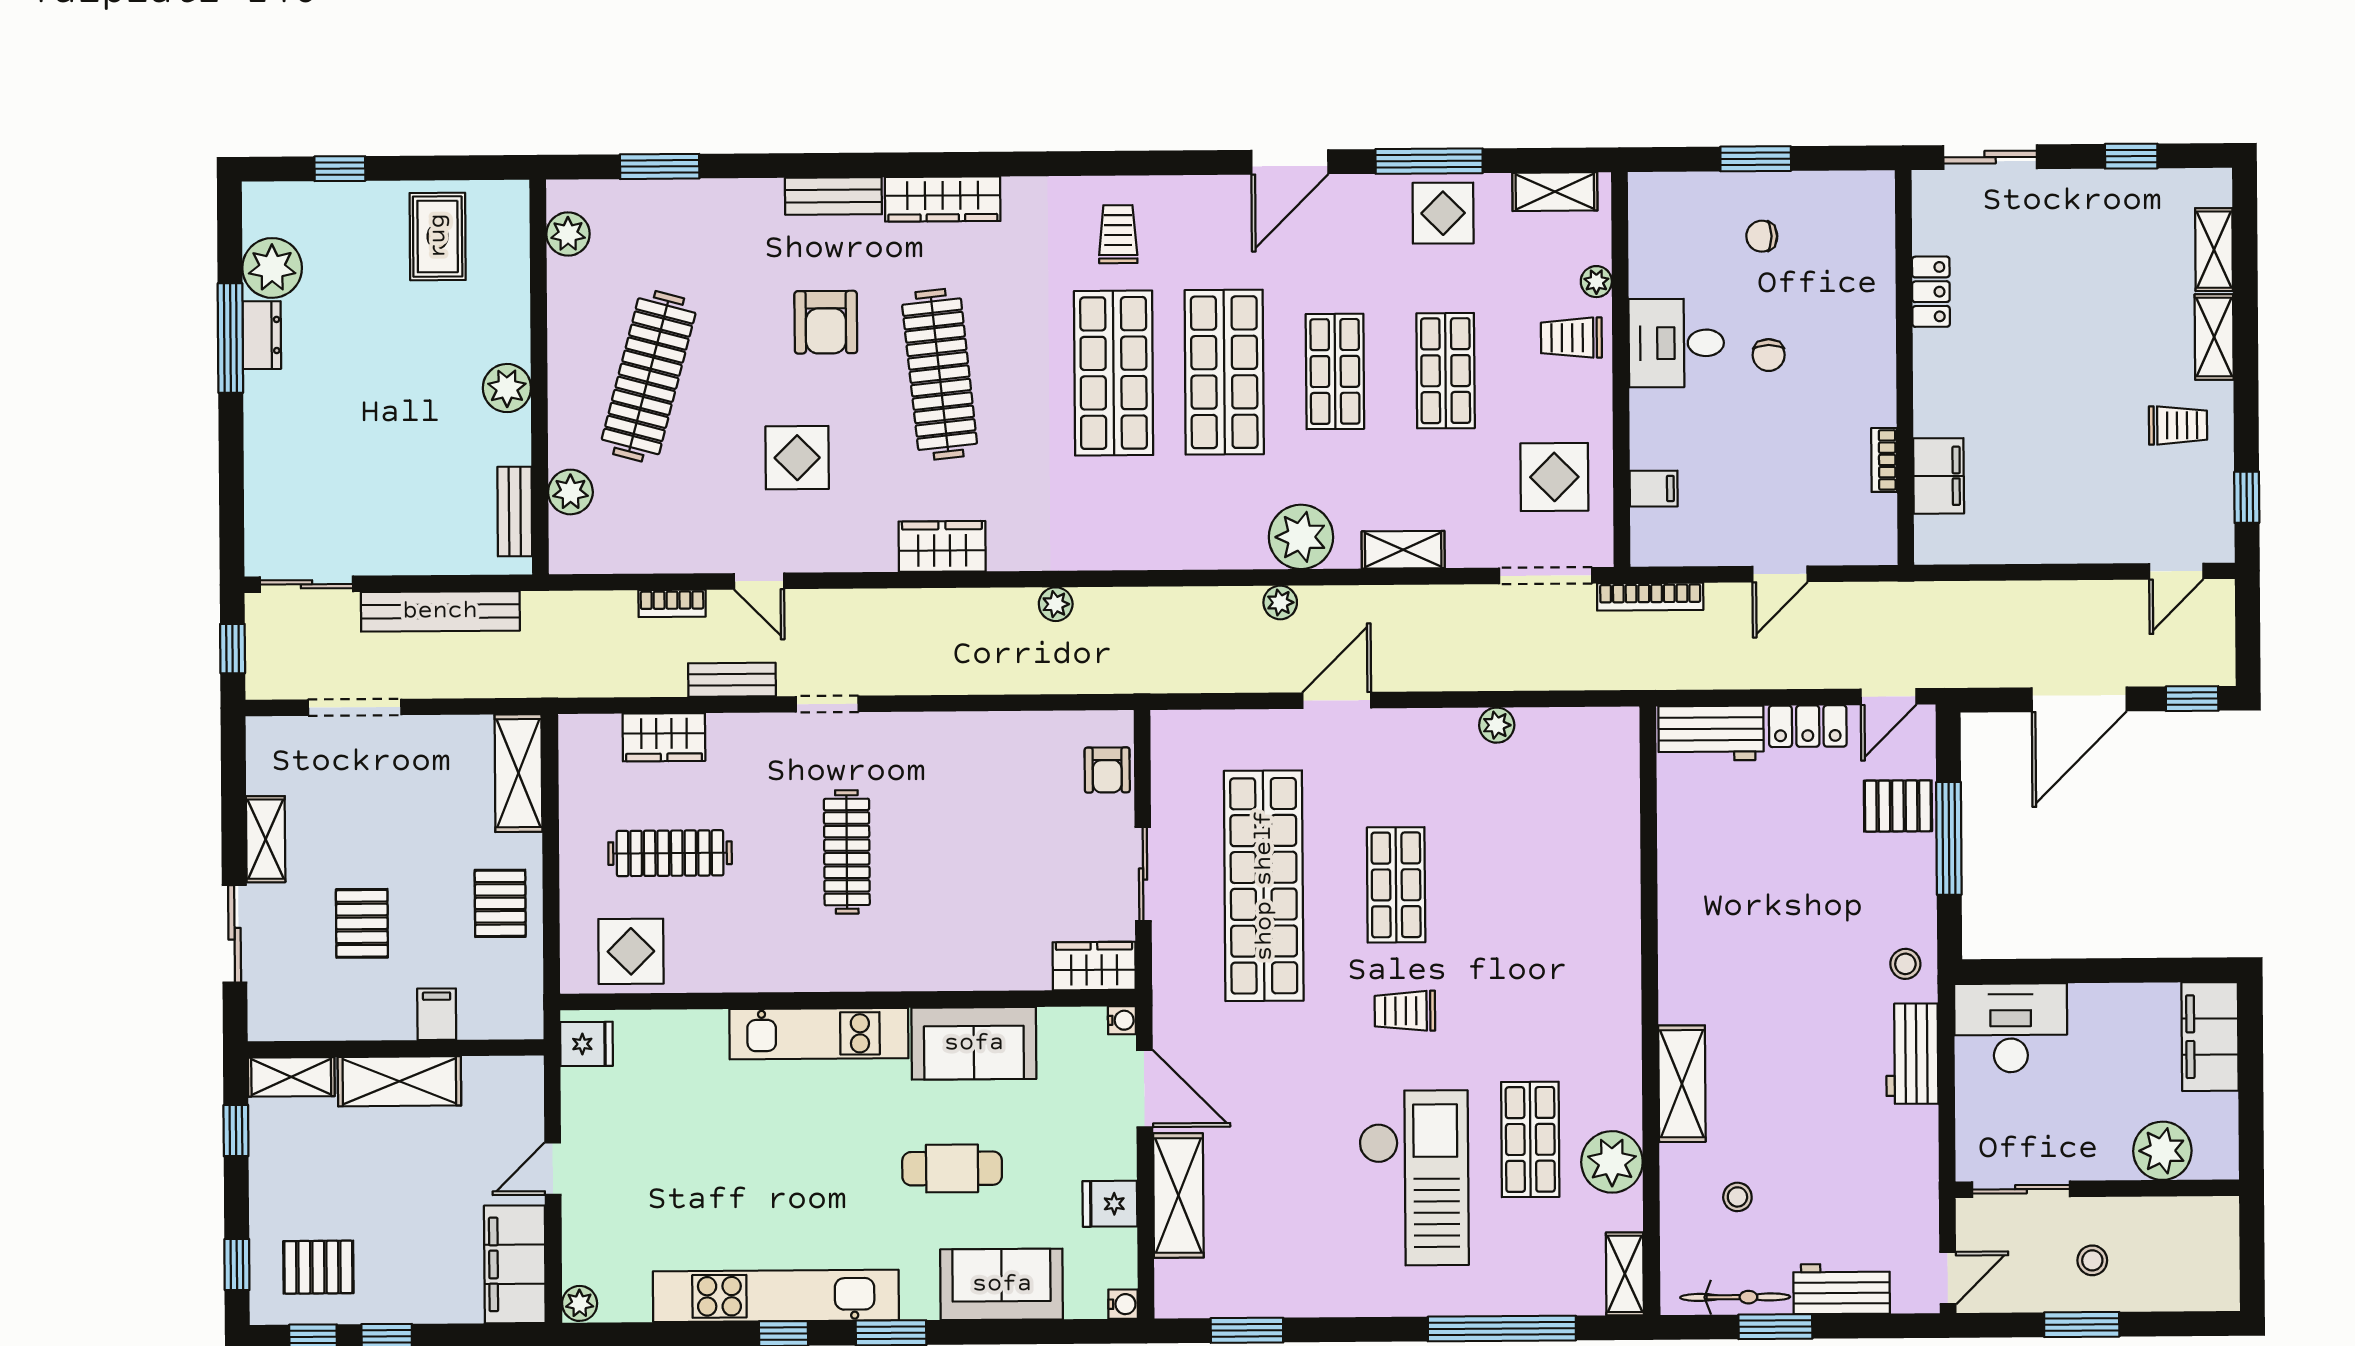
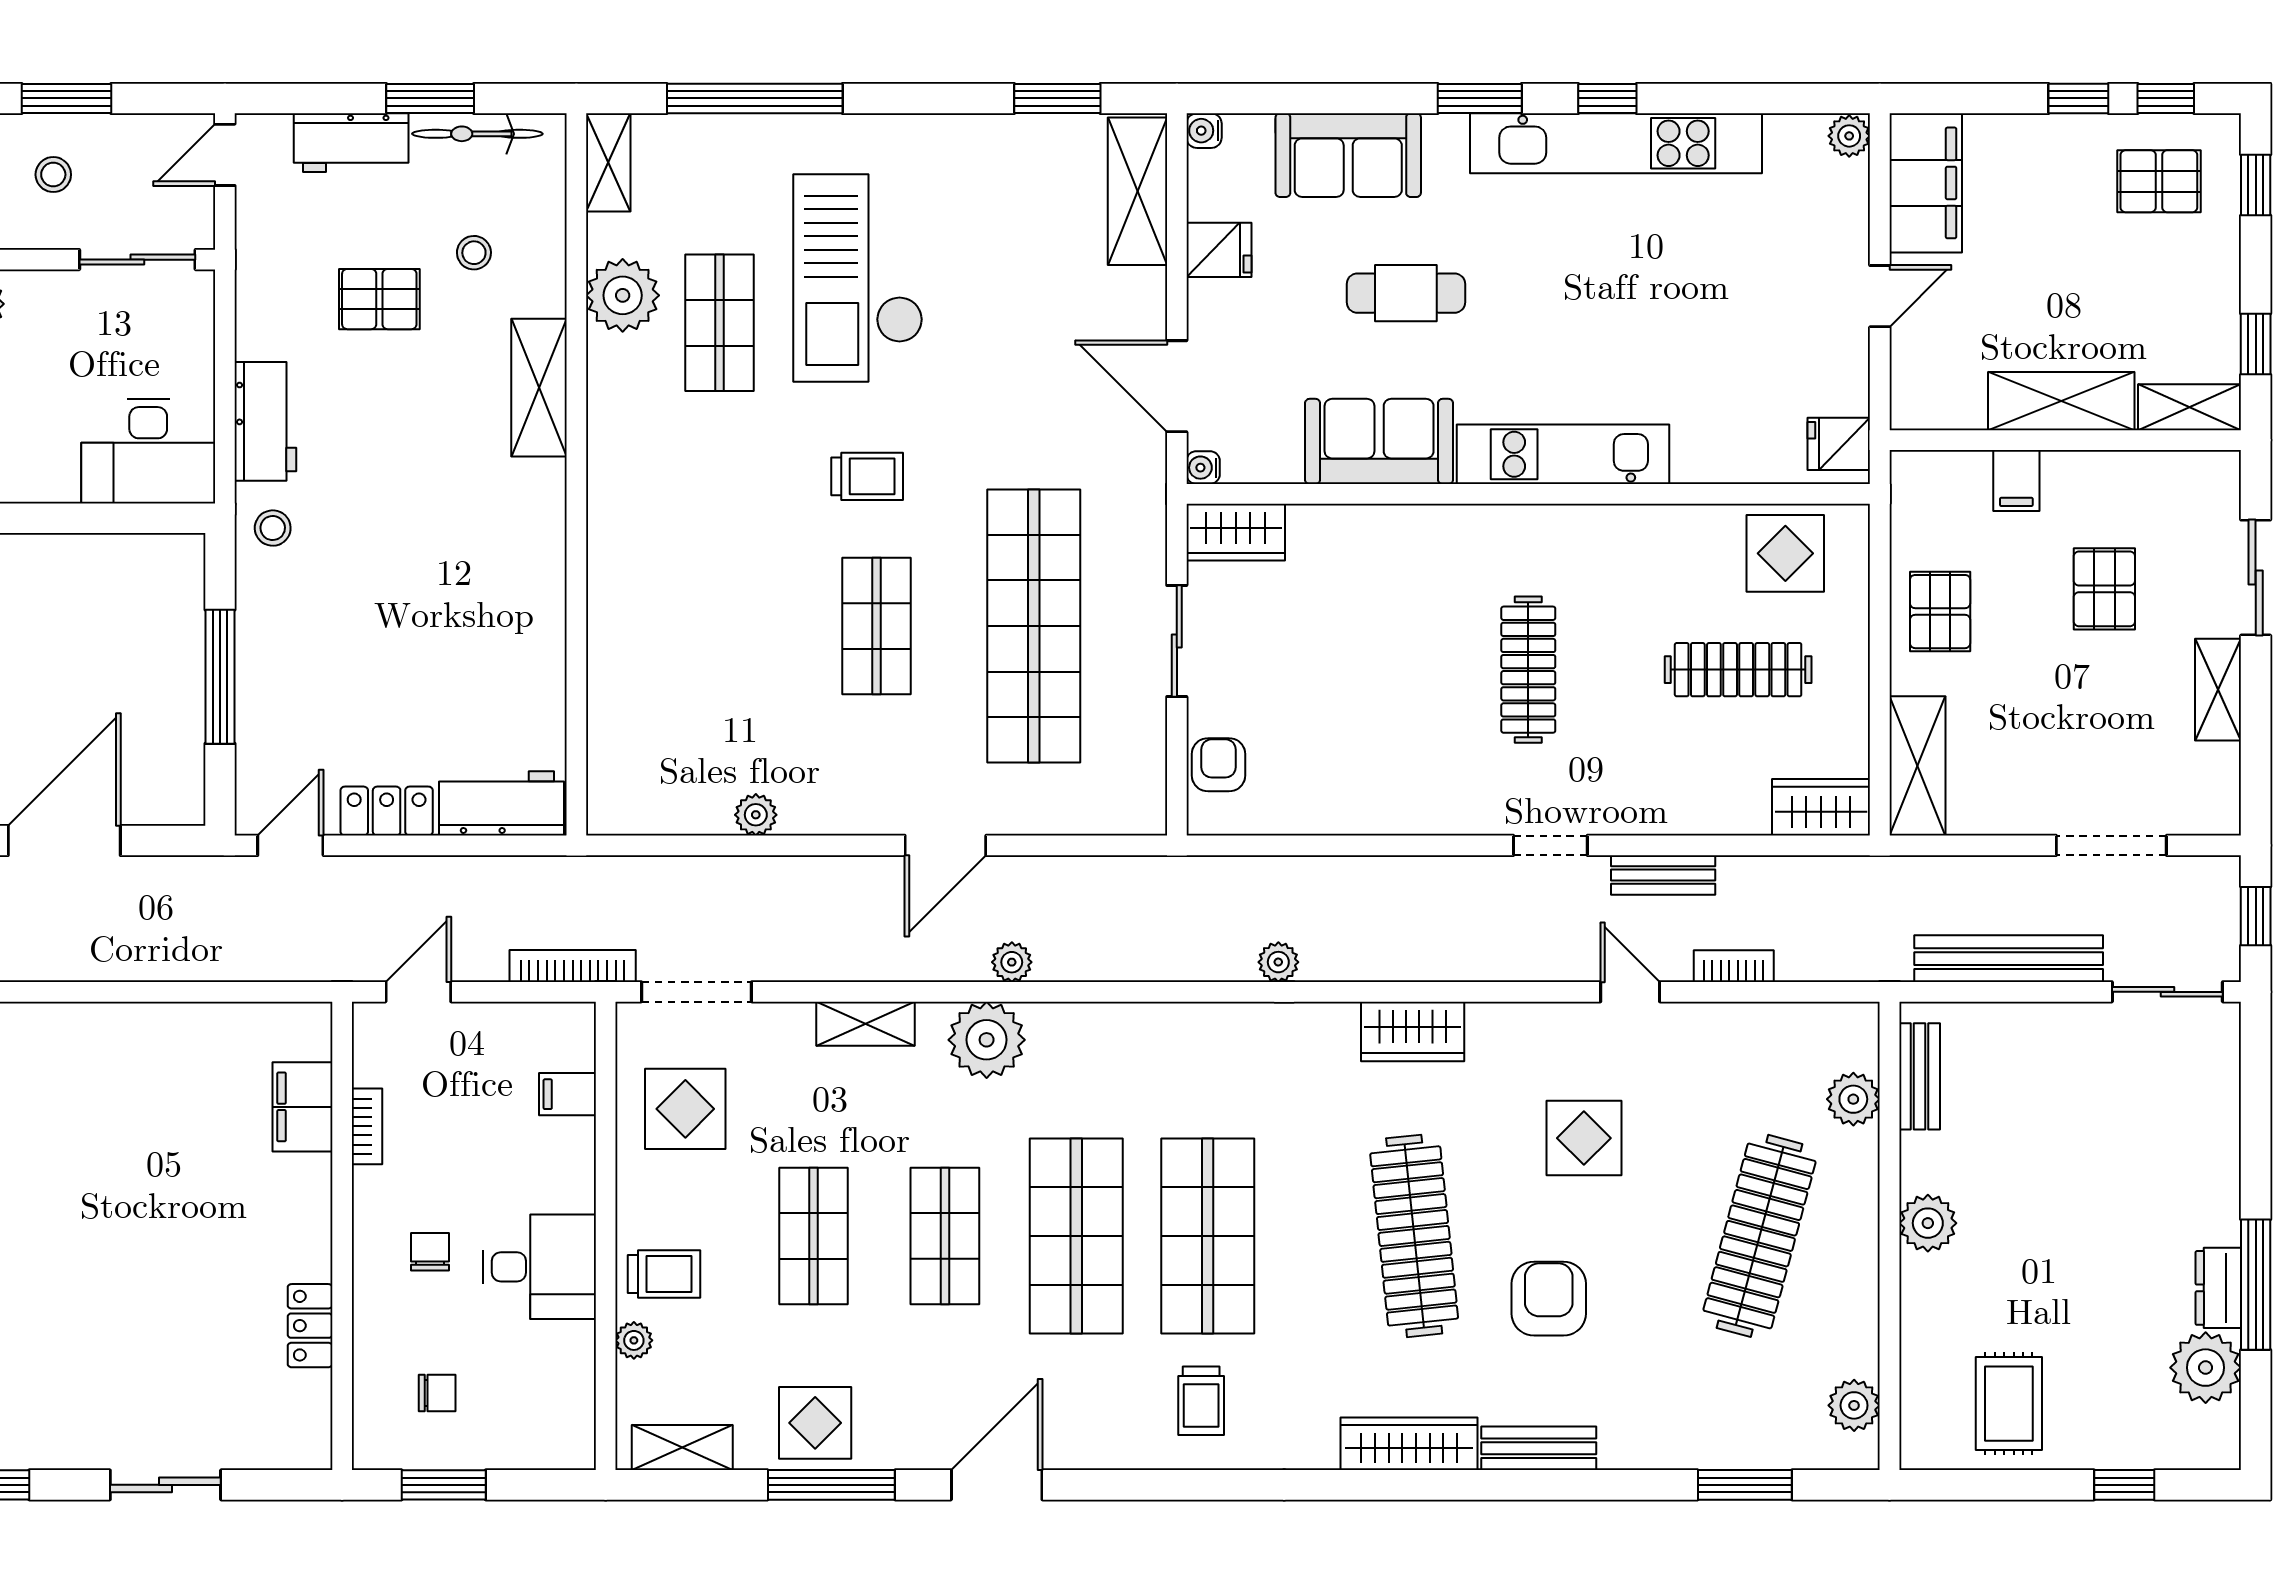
locker: (1931, 292) -> (310, 1326), moved
wall: (1904, 367) -> (342, 1236), moved
bookcase: (1884, 460) -> (367, 1126), moved
filing cabinet: (1939, 476) -> (302, 1107), moved
wardrobe: (664, 737) -> (1821, 807), moved
pallet: (1898, 806) -> (379, 299), moved
shelving: (1178, 1195) -> (1138, 191), moved

